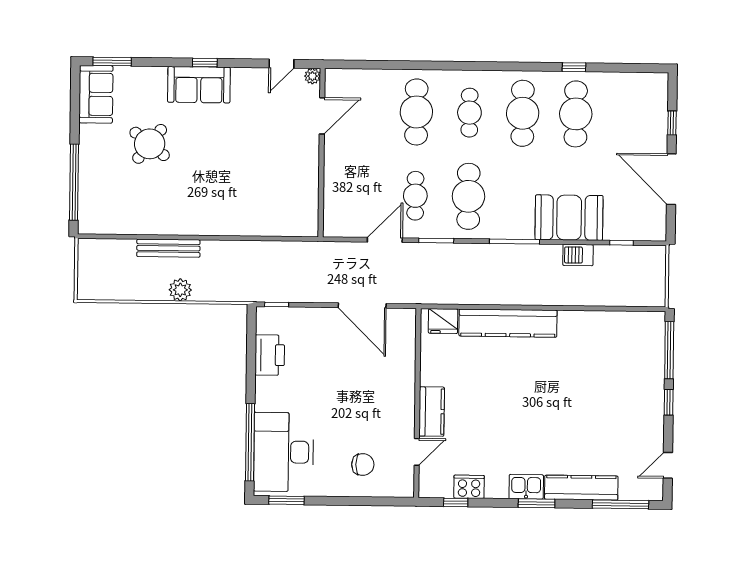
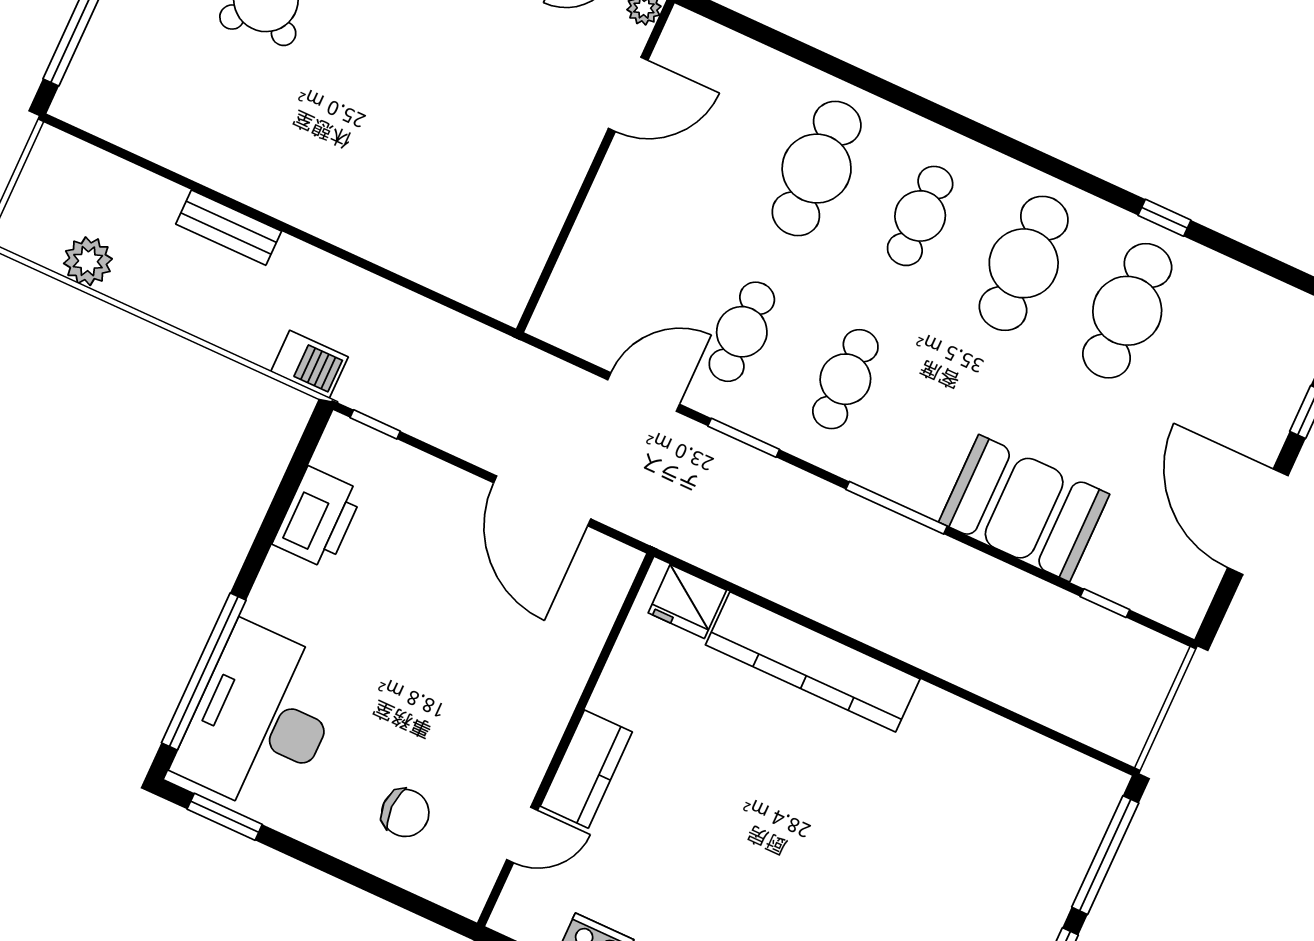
cafe table: (468, 196) -> (845, 379), width x0.73, depth x0.74
bench: (168, 248) -> (229, 228), width x0.73
barbecue: (578, 255) -> (309, 364), moved, turned 180
plant: (180, 290) -> (88, 261), moved

